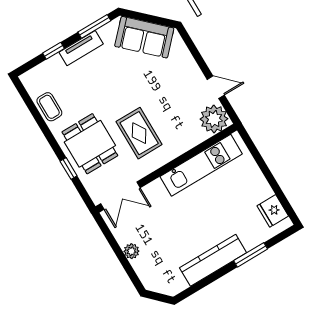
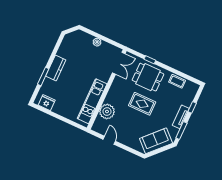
door: (216, 87) -> (109, 140), swing flipped
plant: (214, 119) -> (107, 112), moved
rug: (139, 133) -> (142, 104), moved
double door: (120, 196) -> (119, 63), swing flipped
kitchen counter: (213, 260) -> (56, 68), width x0.67

